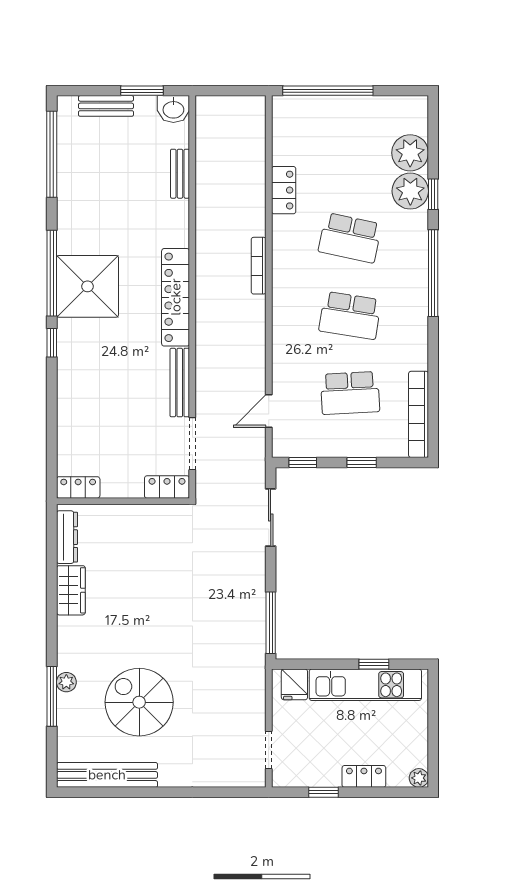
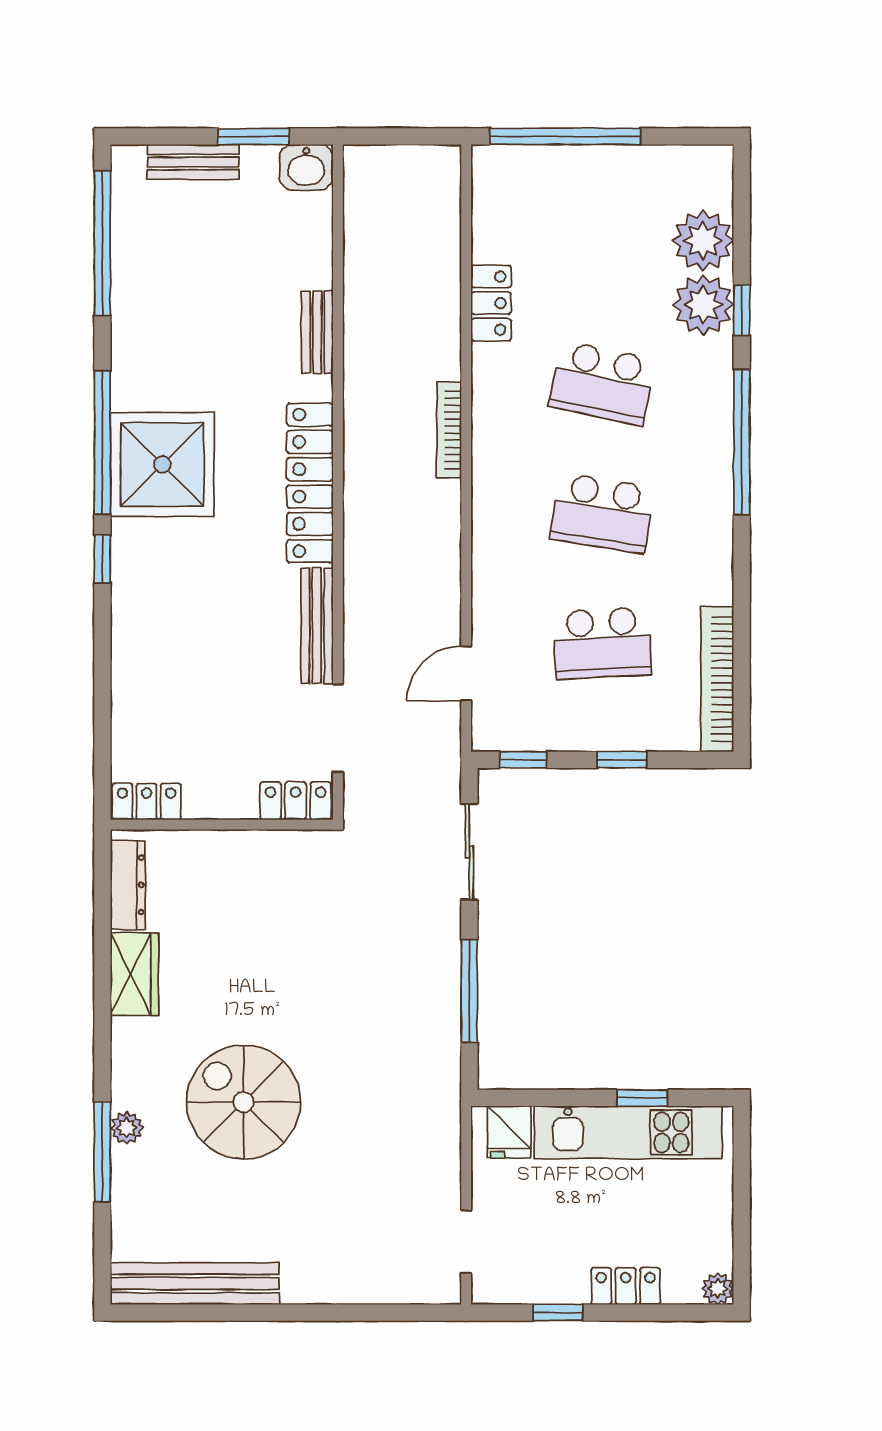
bench: (180, 174) -> (317, 332), moved
window: (271, 623) -> (469, 991), moved
spiral stairs: (139, 702) -> (243, 1102), moved

